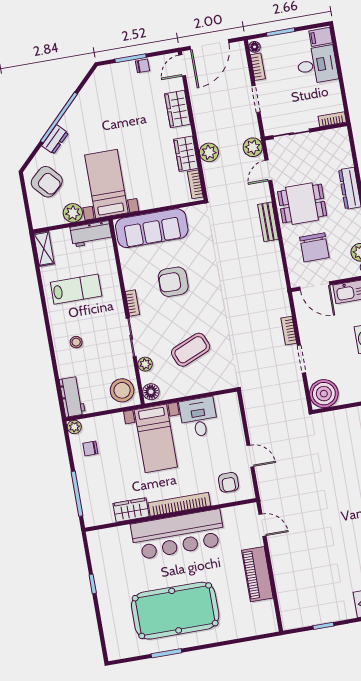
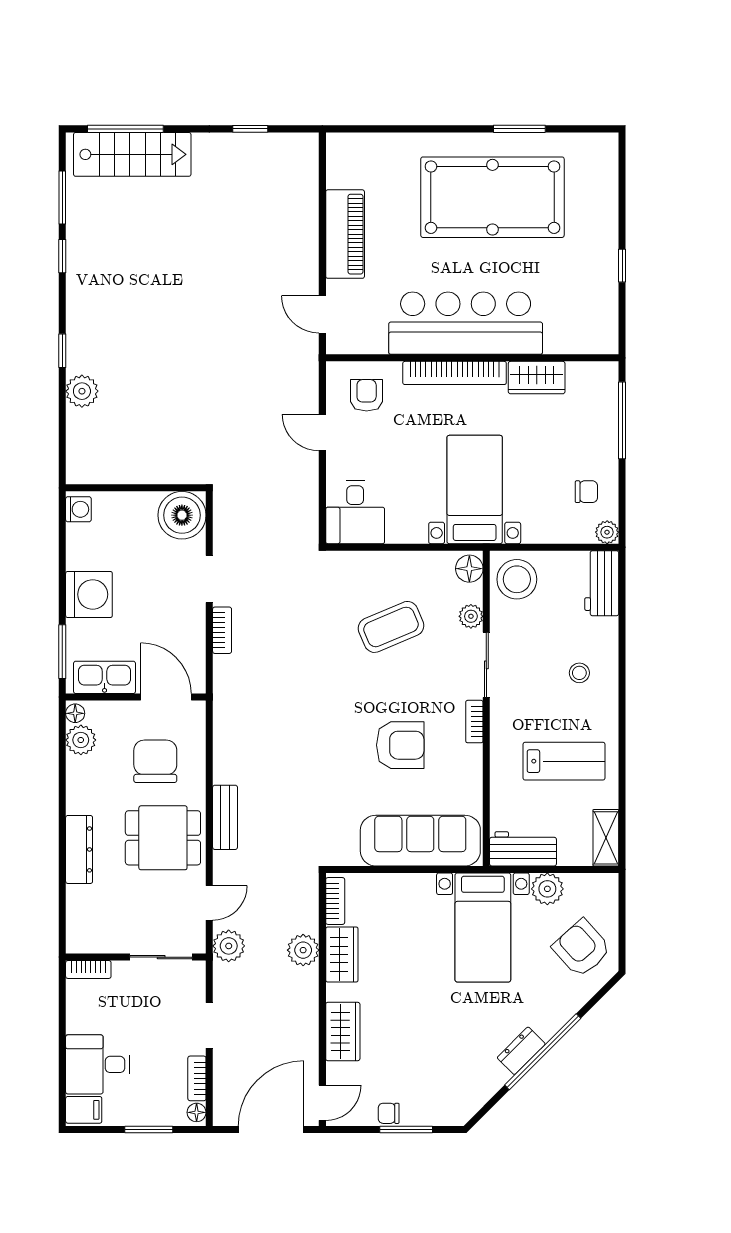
dresser: (55, 139) -> (521, 1051), moved
lab bench: (76, 289) -> (564, 761), turned 180
desk: (199, 417) -> (355, 512), moved

